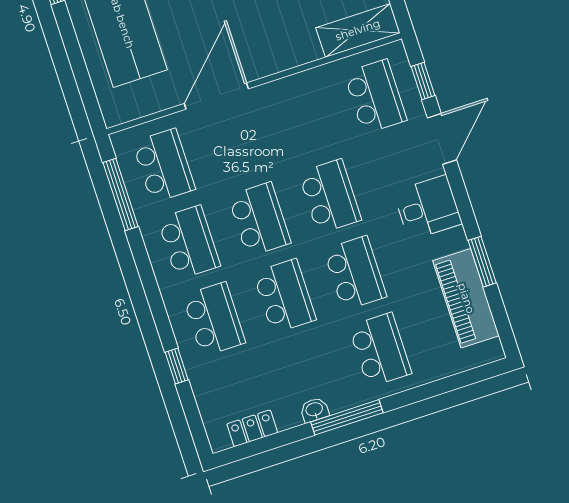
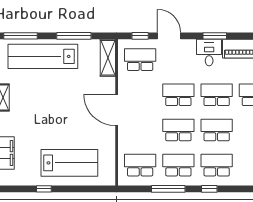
door: (216, 96) -> (117, 110), moved
window: (121, 194) -> (168, 189), moved
desk: (428, 208) -> (209, 52), moved
window: (482, 262) -> (215, 36), moved
window: (177, 366) -> (209, 189), moved

